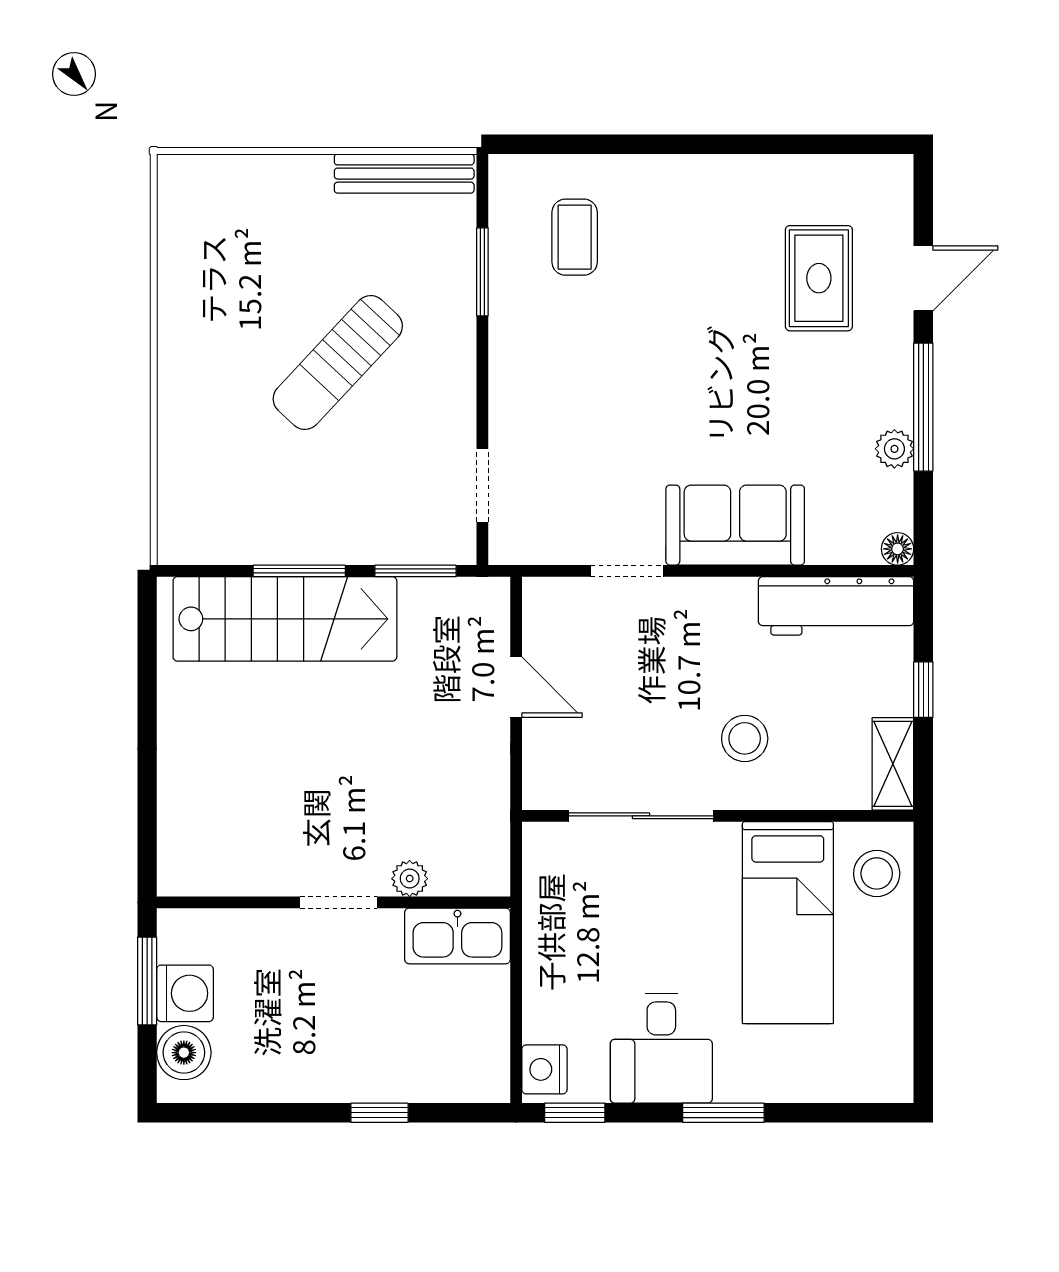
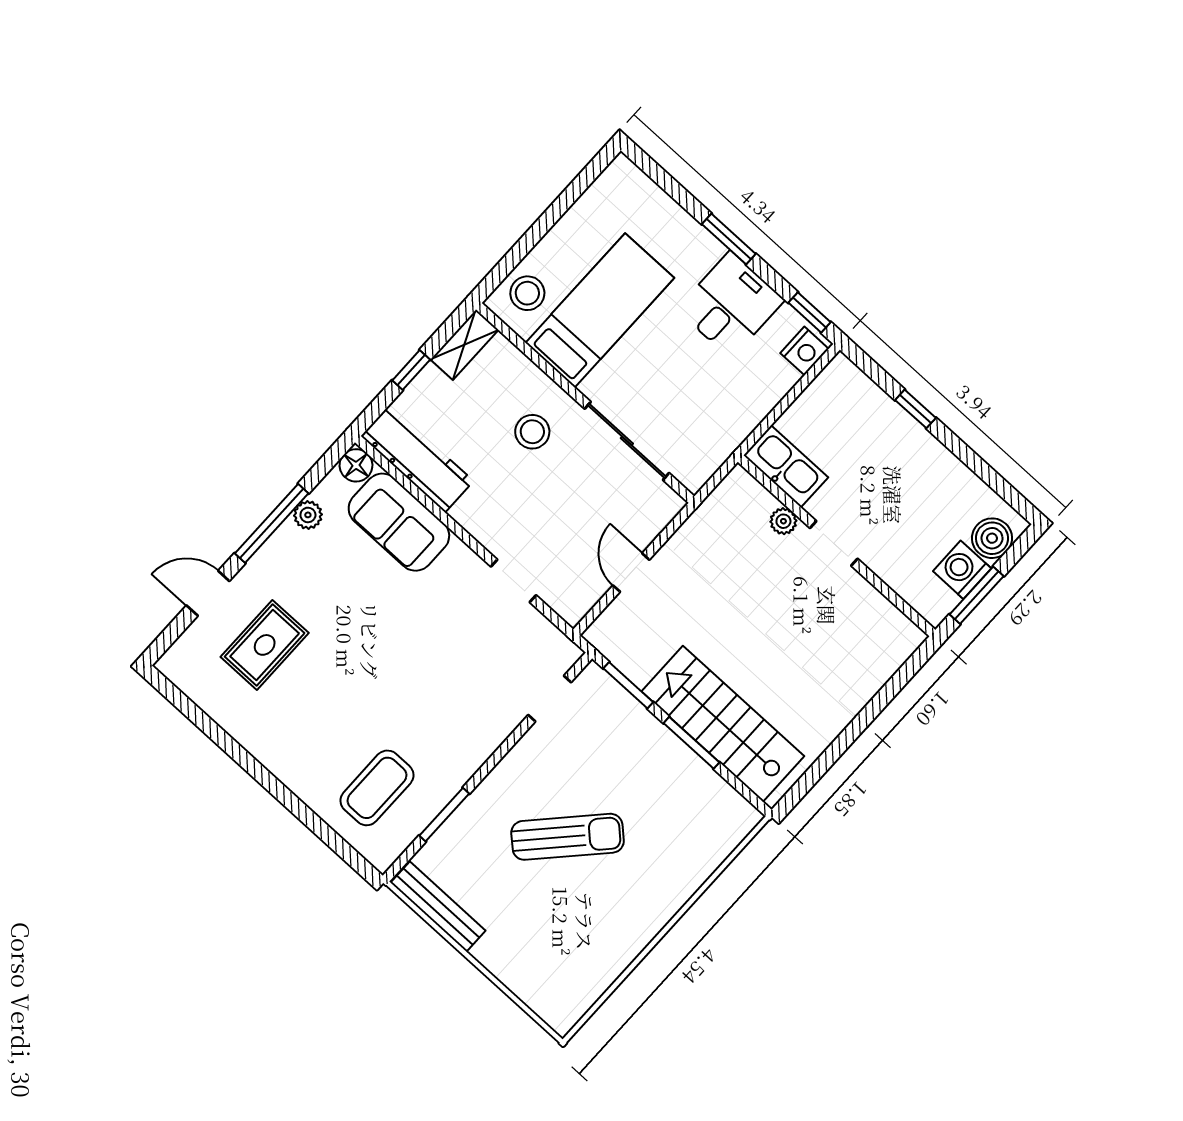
coffee table: (575, 237) -> (377, 788), width x1.36, depth x1.30
sofa: (735, 525) -> (399, 522), moved
floor lamp: (898, 549) -> (356, 465), width x1.37, depth x1.37

